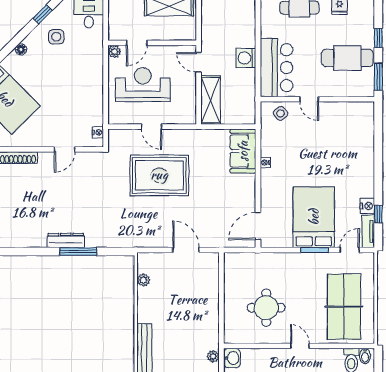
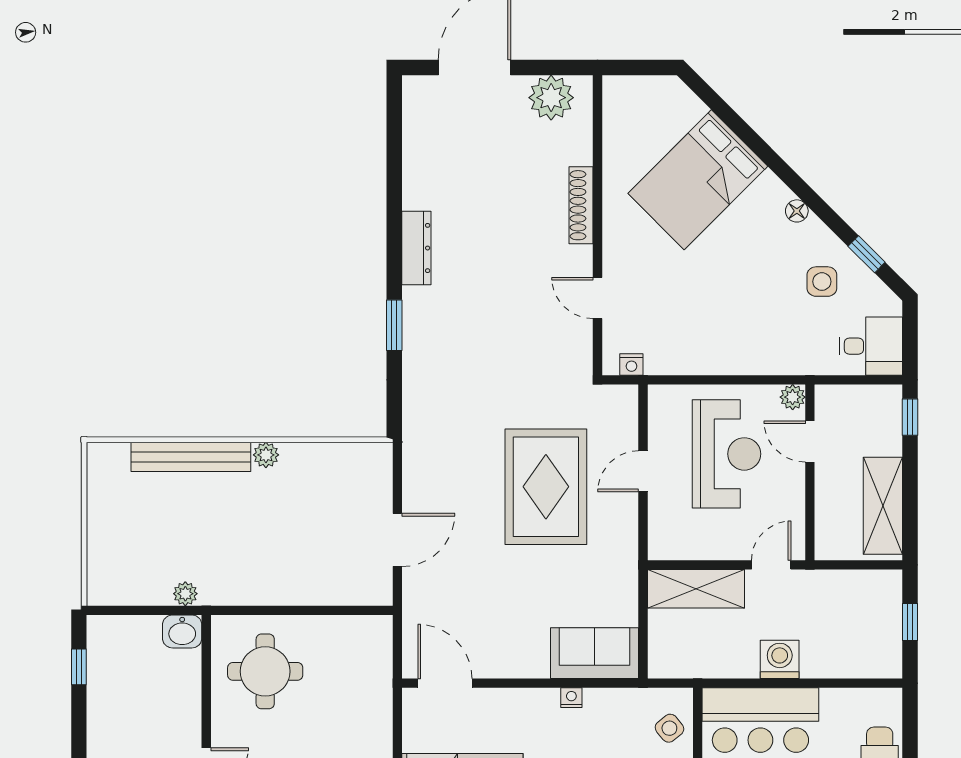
dresser: (66, 240) -> (416, 248), moved
window: (78, 252) -> (394, 325), width x0.69
plant: (143, 280) -> (266, 455), moved
round table: (266, 308) -> (265, 671), moved

